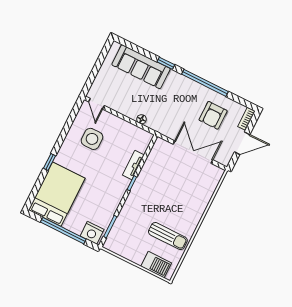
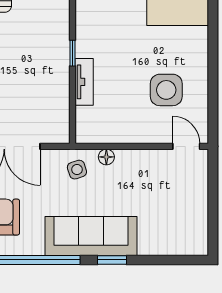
sofa: (141, 67) -> (91, 236), moved
side table: (160, 120) -> (77, 170), added
window: (49, 162) -> (213, 23), removed

